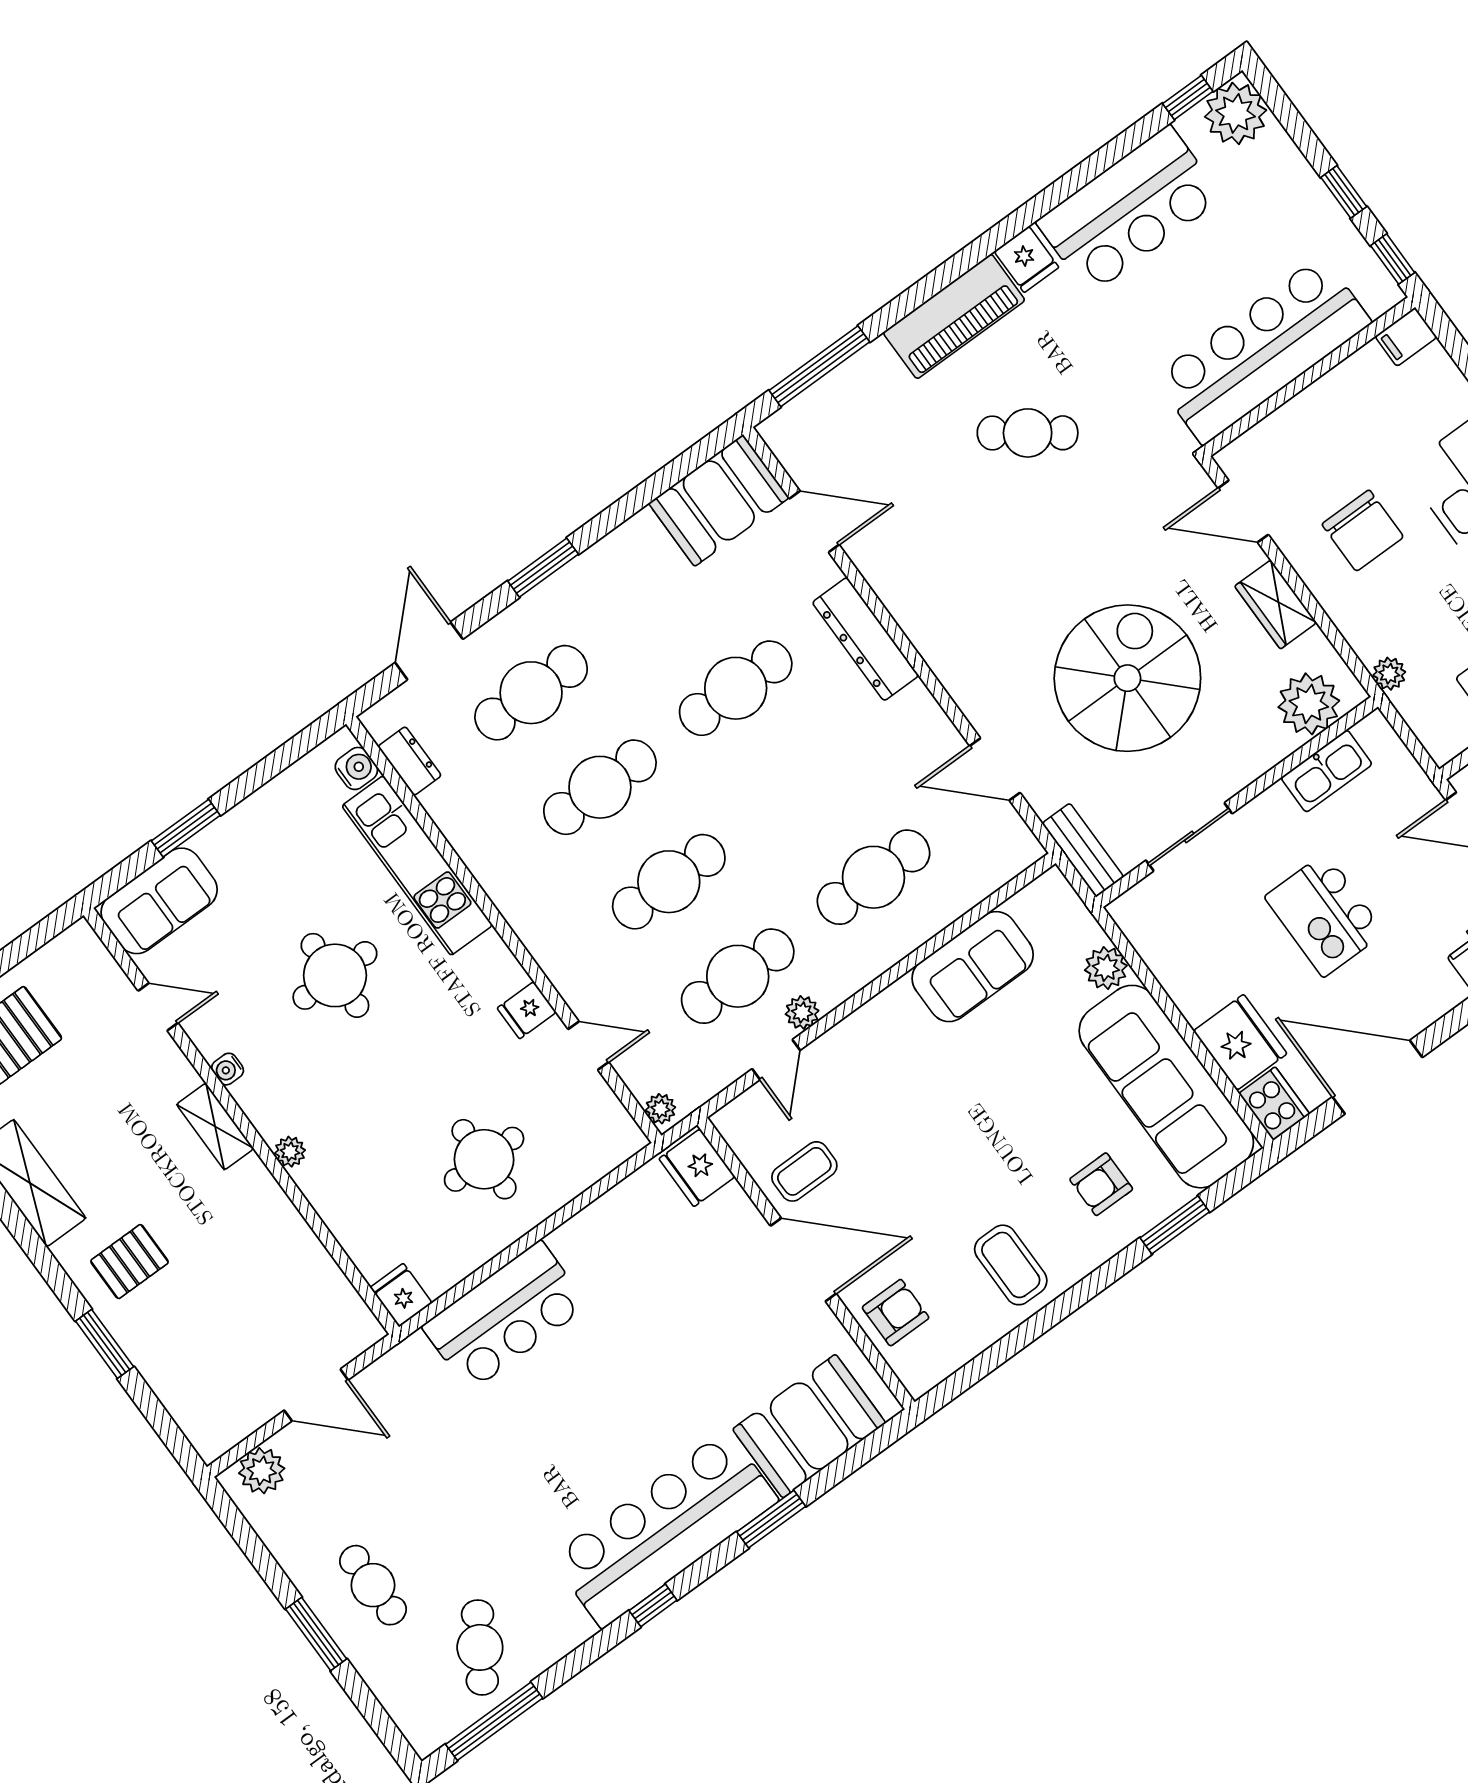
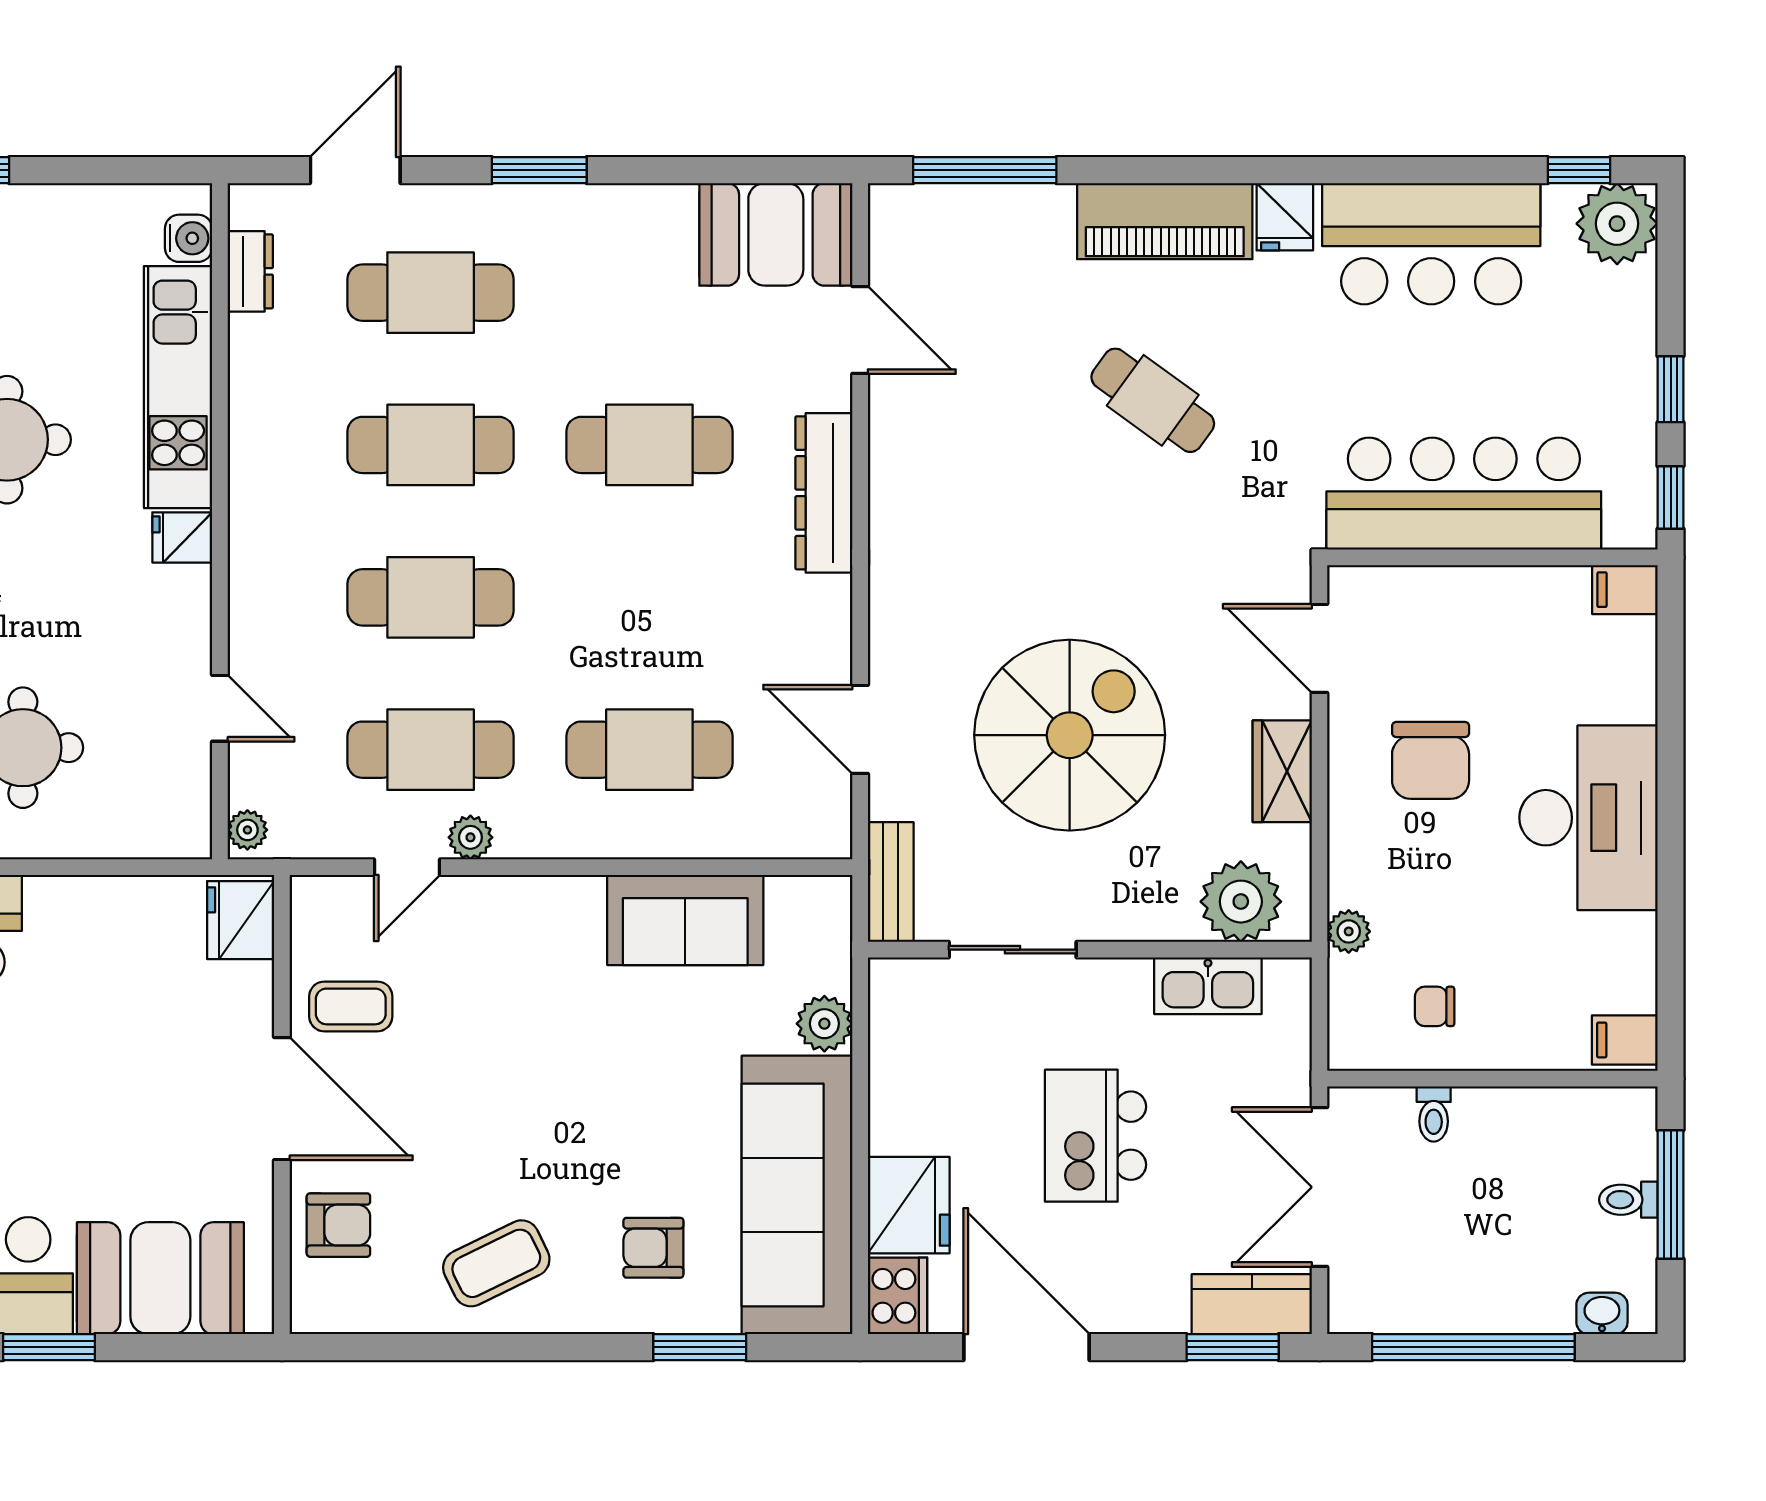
fridge: (527, 1010) -> (182, 537), moved
coffee table: (1011, 1265) -> (496, 1263), turned 64

